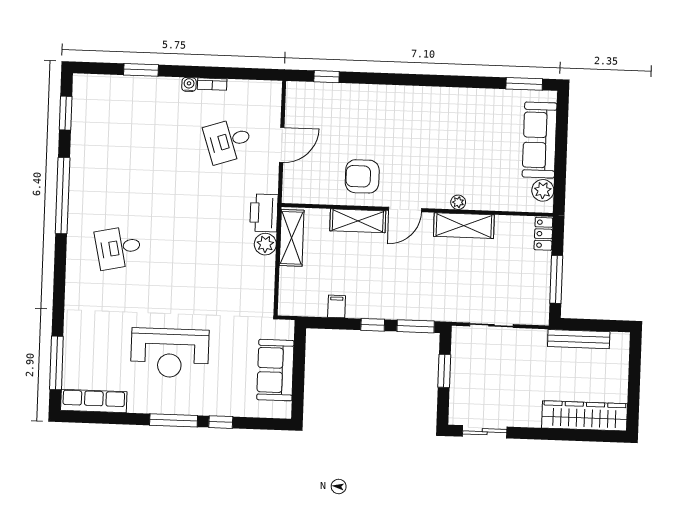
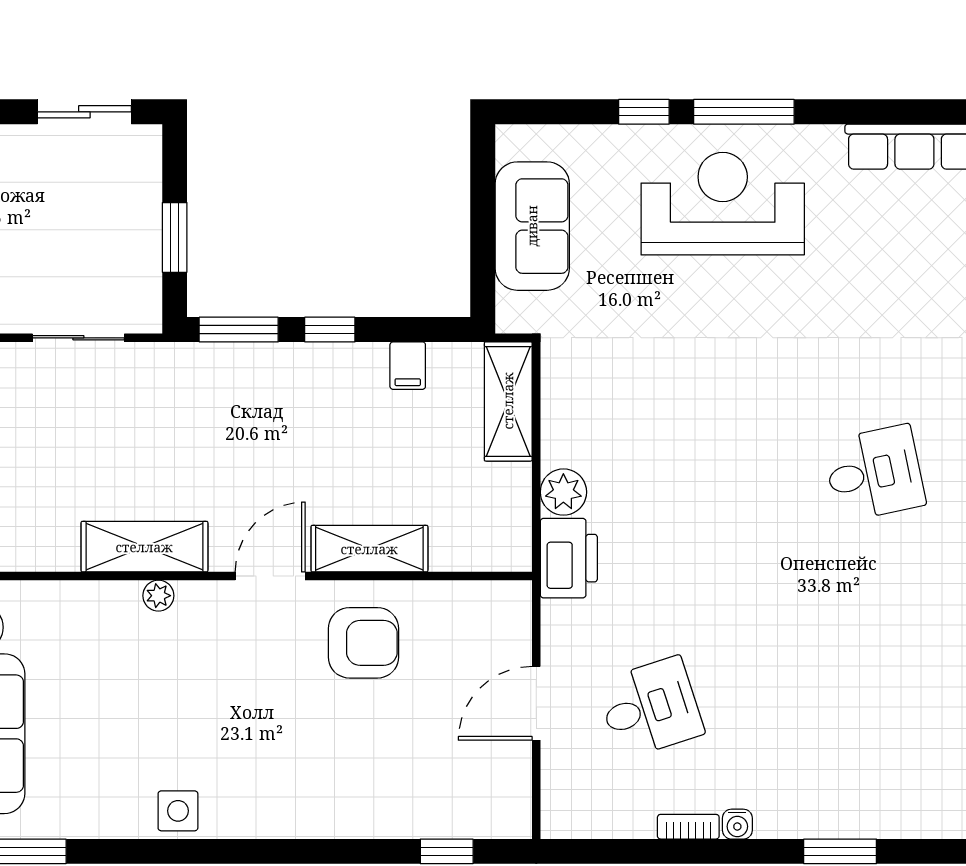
side table: (453, 100) -> (178, 811), added
shelving: (292, 238) -> (508, 401), moved
reception desk: (170, 353) -> (723, 204), moved

